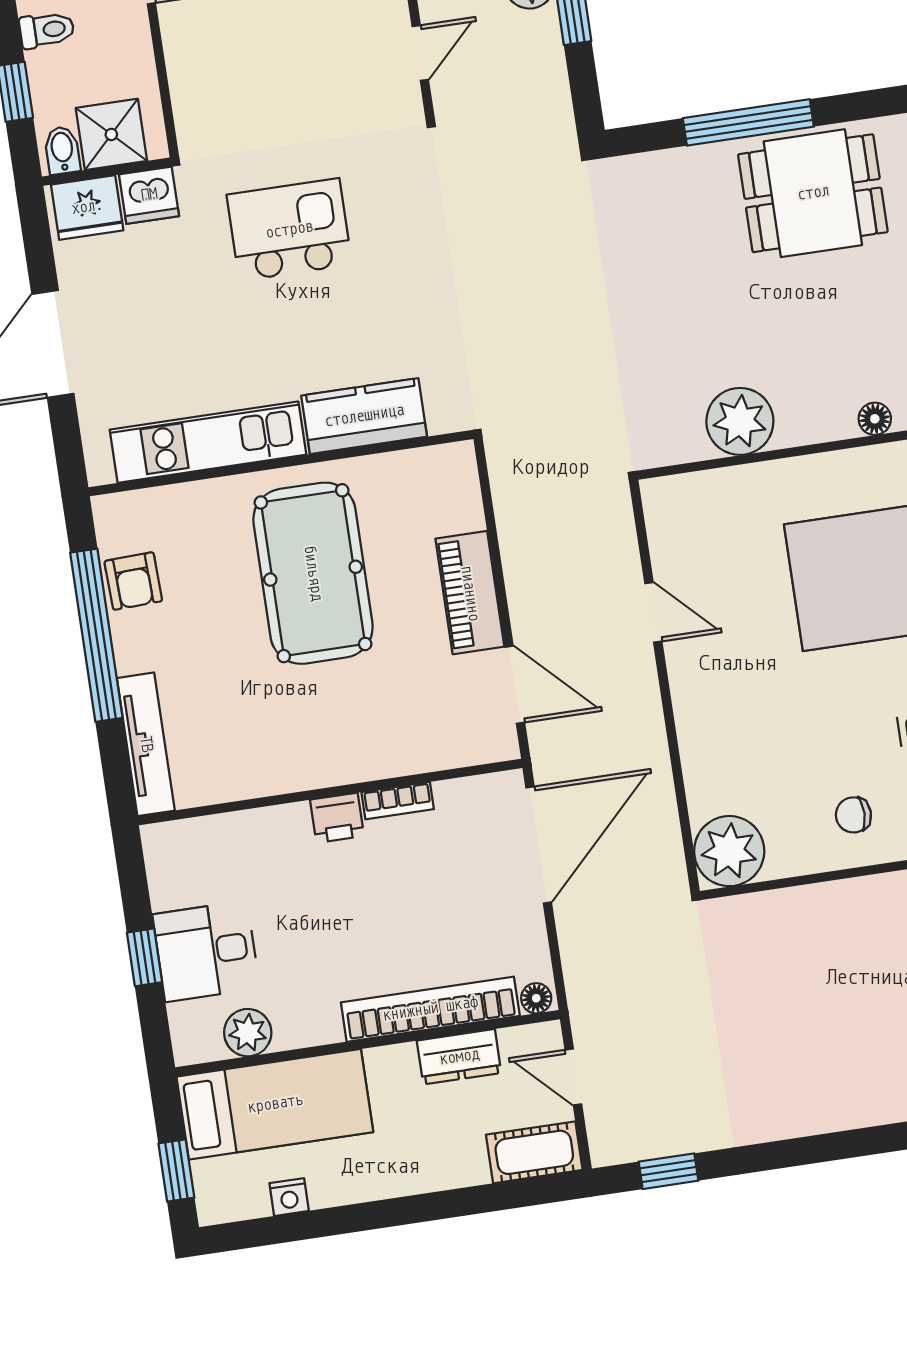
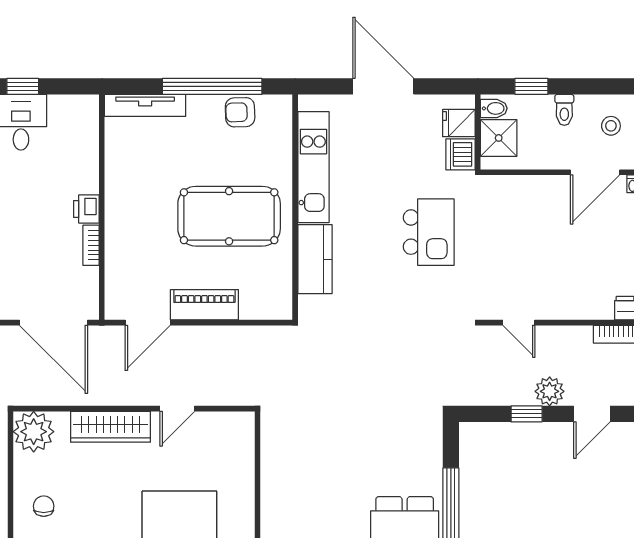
fridge: (87, 207) -> (459, 123), width x0.72
plant: (740, 421) -> (280, 475), removed
wardrobe: (701, 721) -> (111, 427), added

